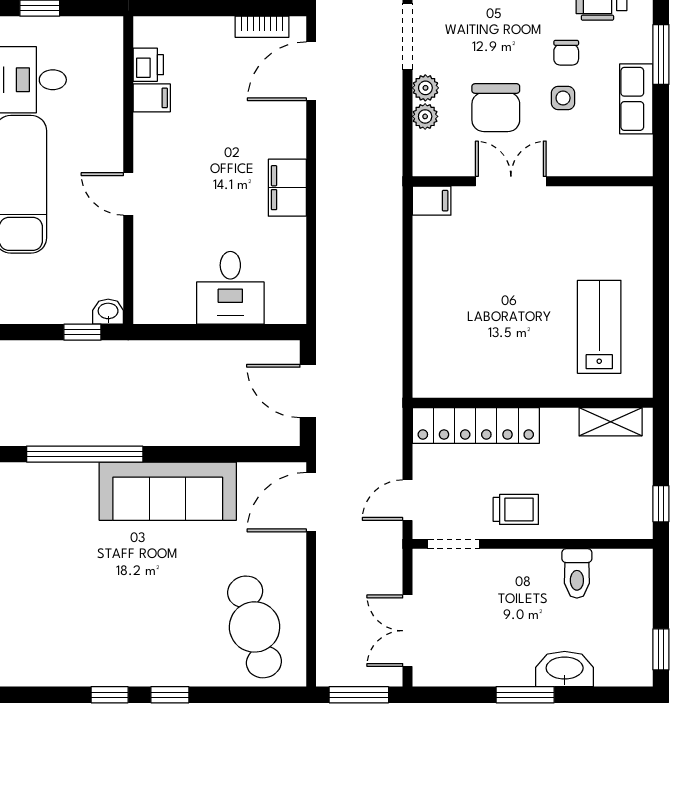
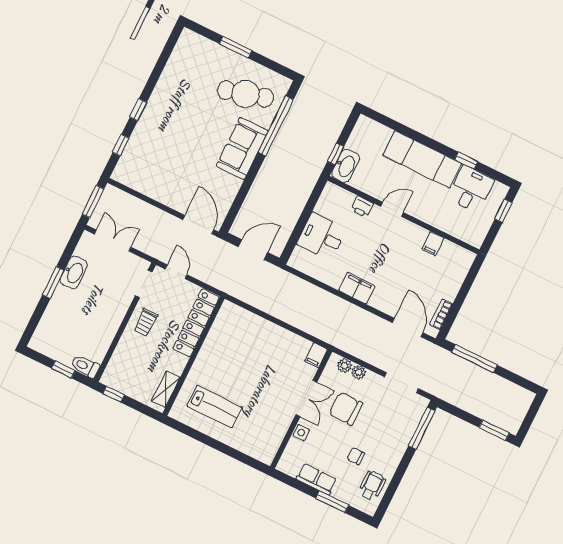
printer: (148, 65) -> (362, 207), moved
plant: (425, 88) -> (345, 366), moved
side table: (563, 98) -> (301, 433), moved
washbasin: (108, 312) -> (346, 166), width x1.91, depth x1.45
sofa: (168, 491) -> (242, 149), width x0.73
toilet: (577, 573) -> (85, 366), moved
cafe table: (255, 627) -> (245, 94), moved
window: (661, 649) -> (63, 369), moved
washbasin: (565, 669) -> (74, 273), moved
window: (110, 695) -> (121, 145), moved

